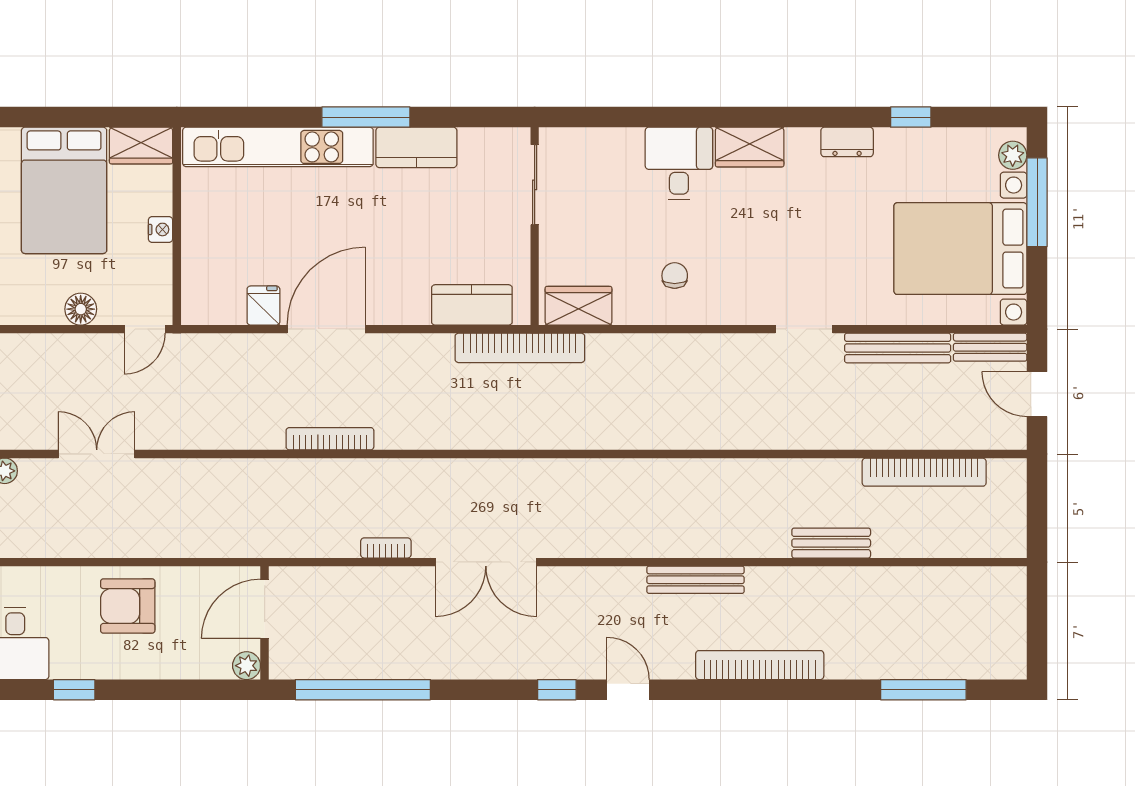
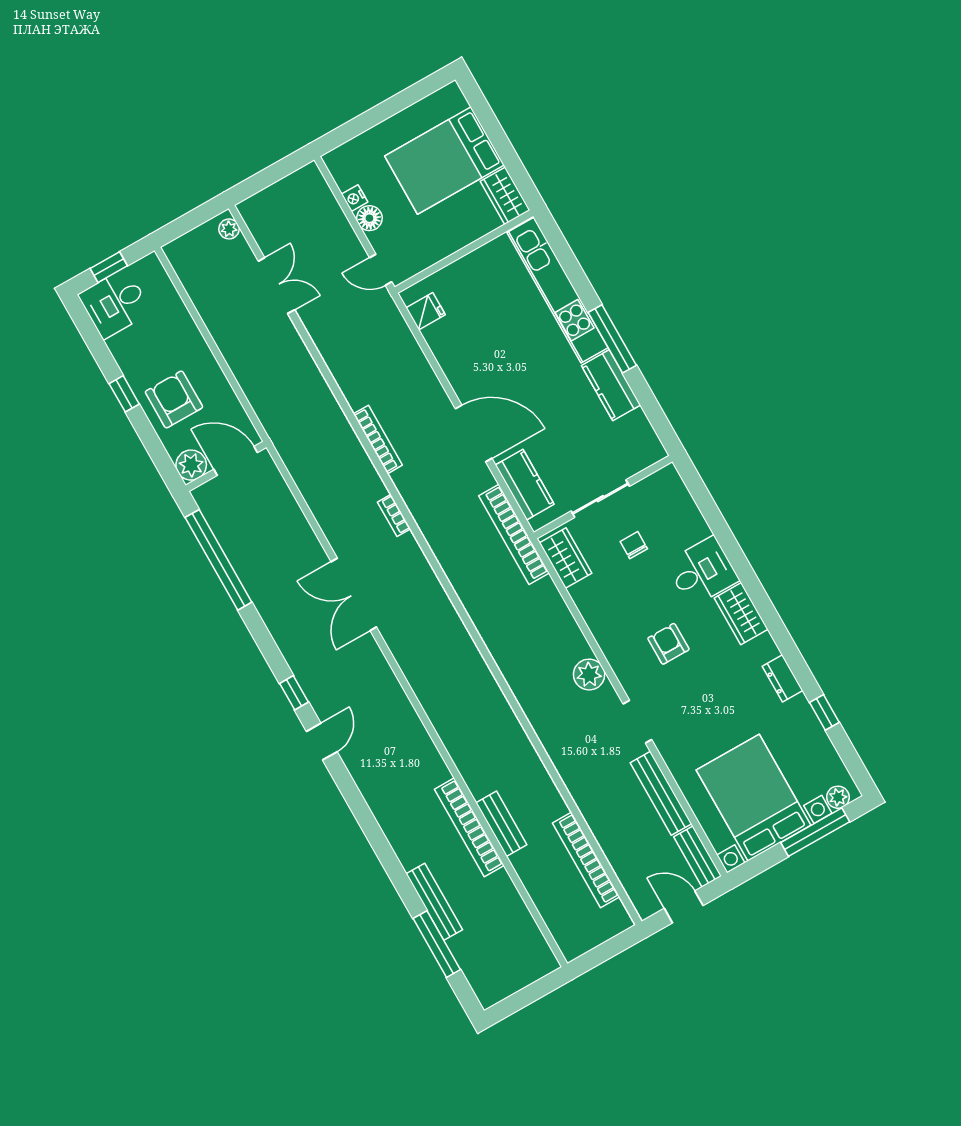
sliding door: (535, 185) -> (600, 499), moved
nightstand: (161, 229) -> (355, 198), moved, turned 90
armchair: (737, 246) -> (668, 644), added
chair: (675, 276) -> (634, 545), moved, turned -90
fridge: (263, 306) -> (426, 311), moved
door: (326, 329) -> (474, 433), moved
plant: (722, 353) -> (589, 675), added
door: (1037, 394) -> (684, 907), hinge flipped
bookcase: (386, 548) -> (394, 515), moved, turned 180
bench: (695, 580) -> (434, 902), moved
armchair: (128, 606) -> (174, 399), moved
bookcase: (760, 665) -> (469, 827), moved, turned 180
plant: (247, 666) -> (191, 465), width x1.38, depth x1.38
window: (74, 690) -> (124, 394), moved

